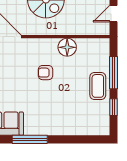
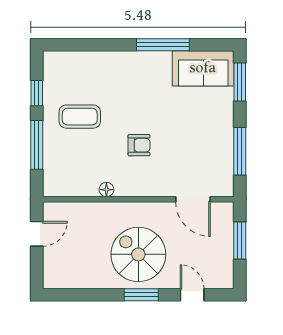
floor lamp: (67, 47) -> (106, 190), width x0.53, depth x0.53
coffee table: (98, 86) -> (80, 117), moved, turned 90

